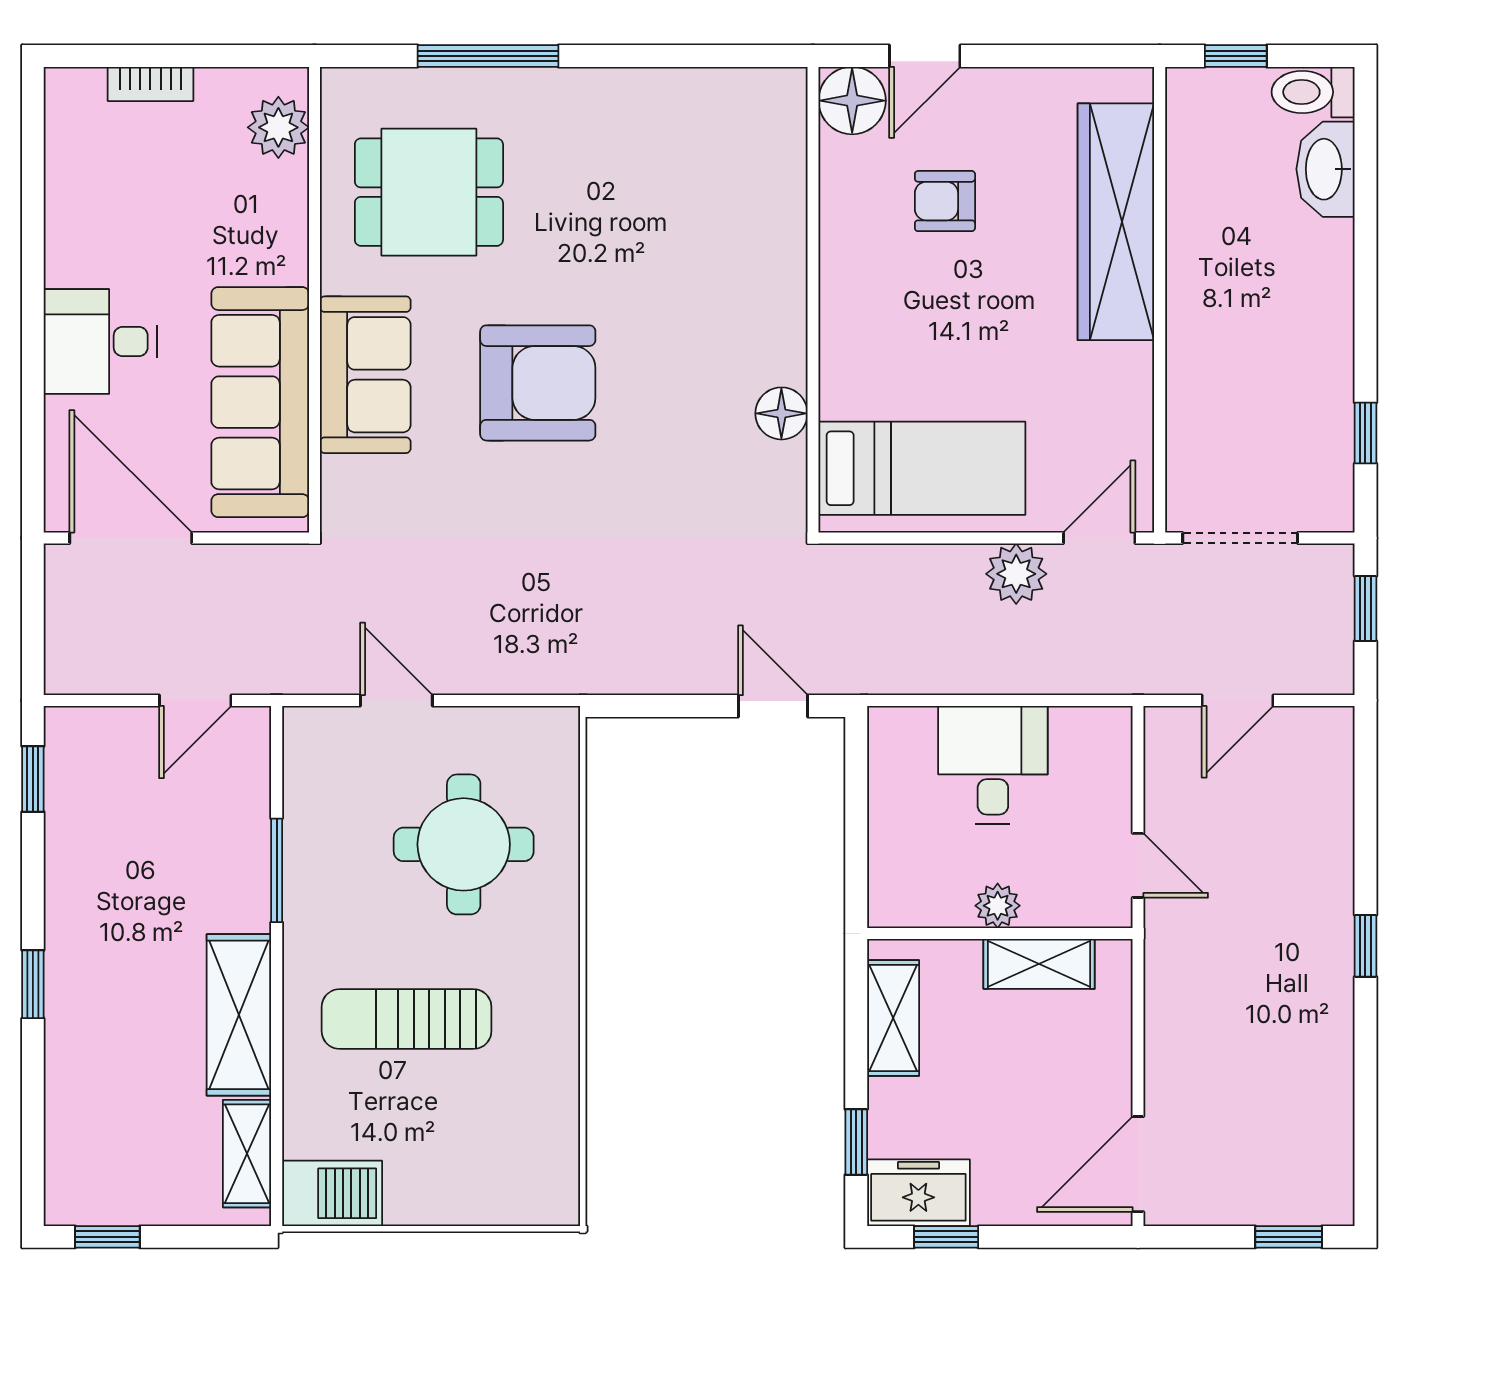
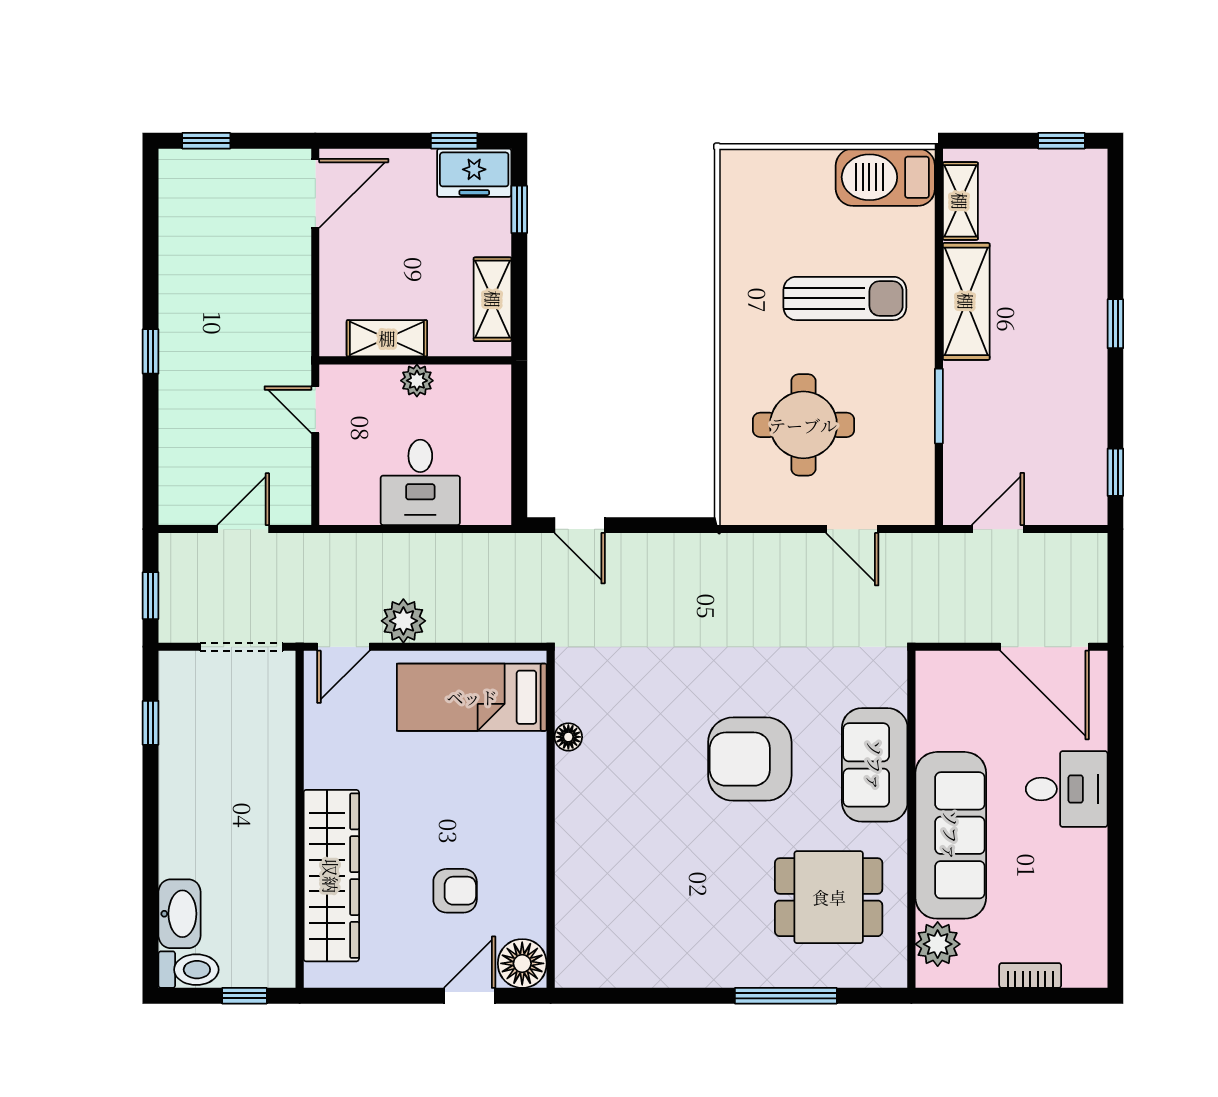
sofa: (260, 402) -> (951, 835), moved
floor lamp: (781, 413) -> (568, 737), width x0.73, depth x0.73
barbecue: (332, 1193) -> (885, 177), width x1.37, depth x1.21

